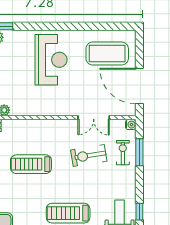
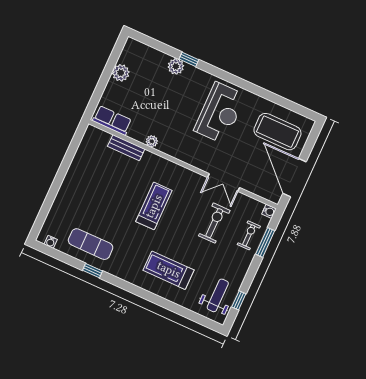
double door: (94, 117) -> (224, 182), moved
exercise bike: (89, 156) -> (214, 223), turned 99
treadmill: (31, 164) -> (154, 206), turned 90

